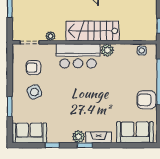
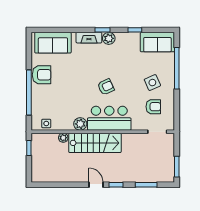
plant: (50, 36) -> (63, 138), moved
armchair: (81, 88) -> (106, 87), added
window: (10, 106) -> (177, 68), width x2.11

